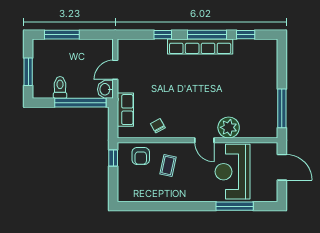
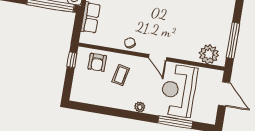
chair: (158, 126) -> (130, 43), moved
plant: (229, 127) -> (209, 54), moved
plant: (194, 196) -> (140, 107), added

